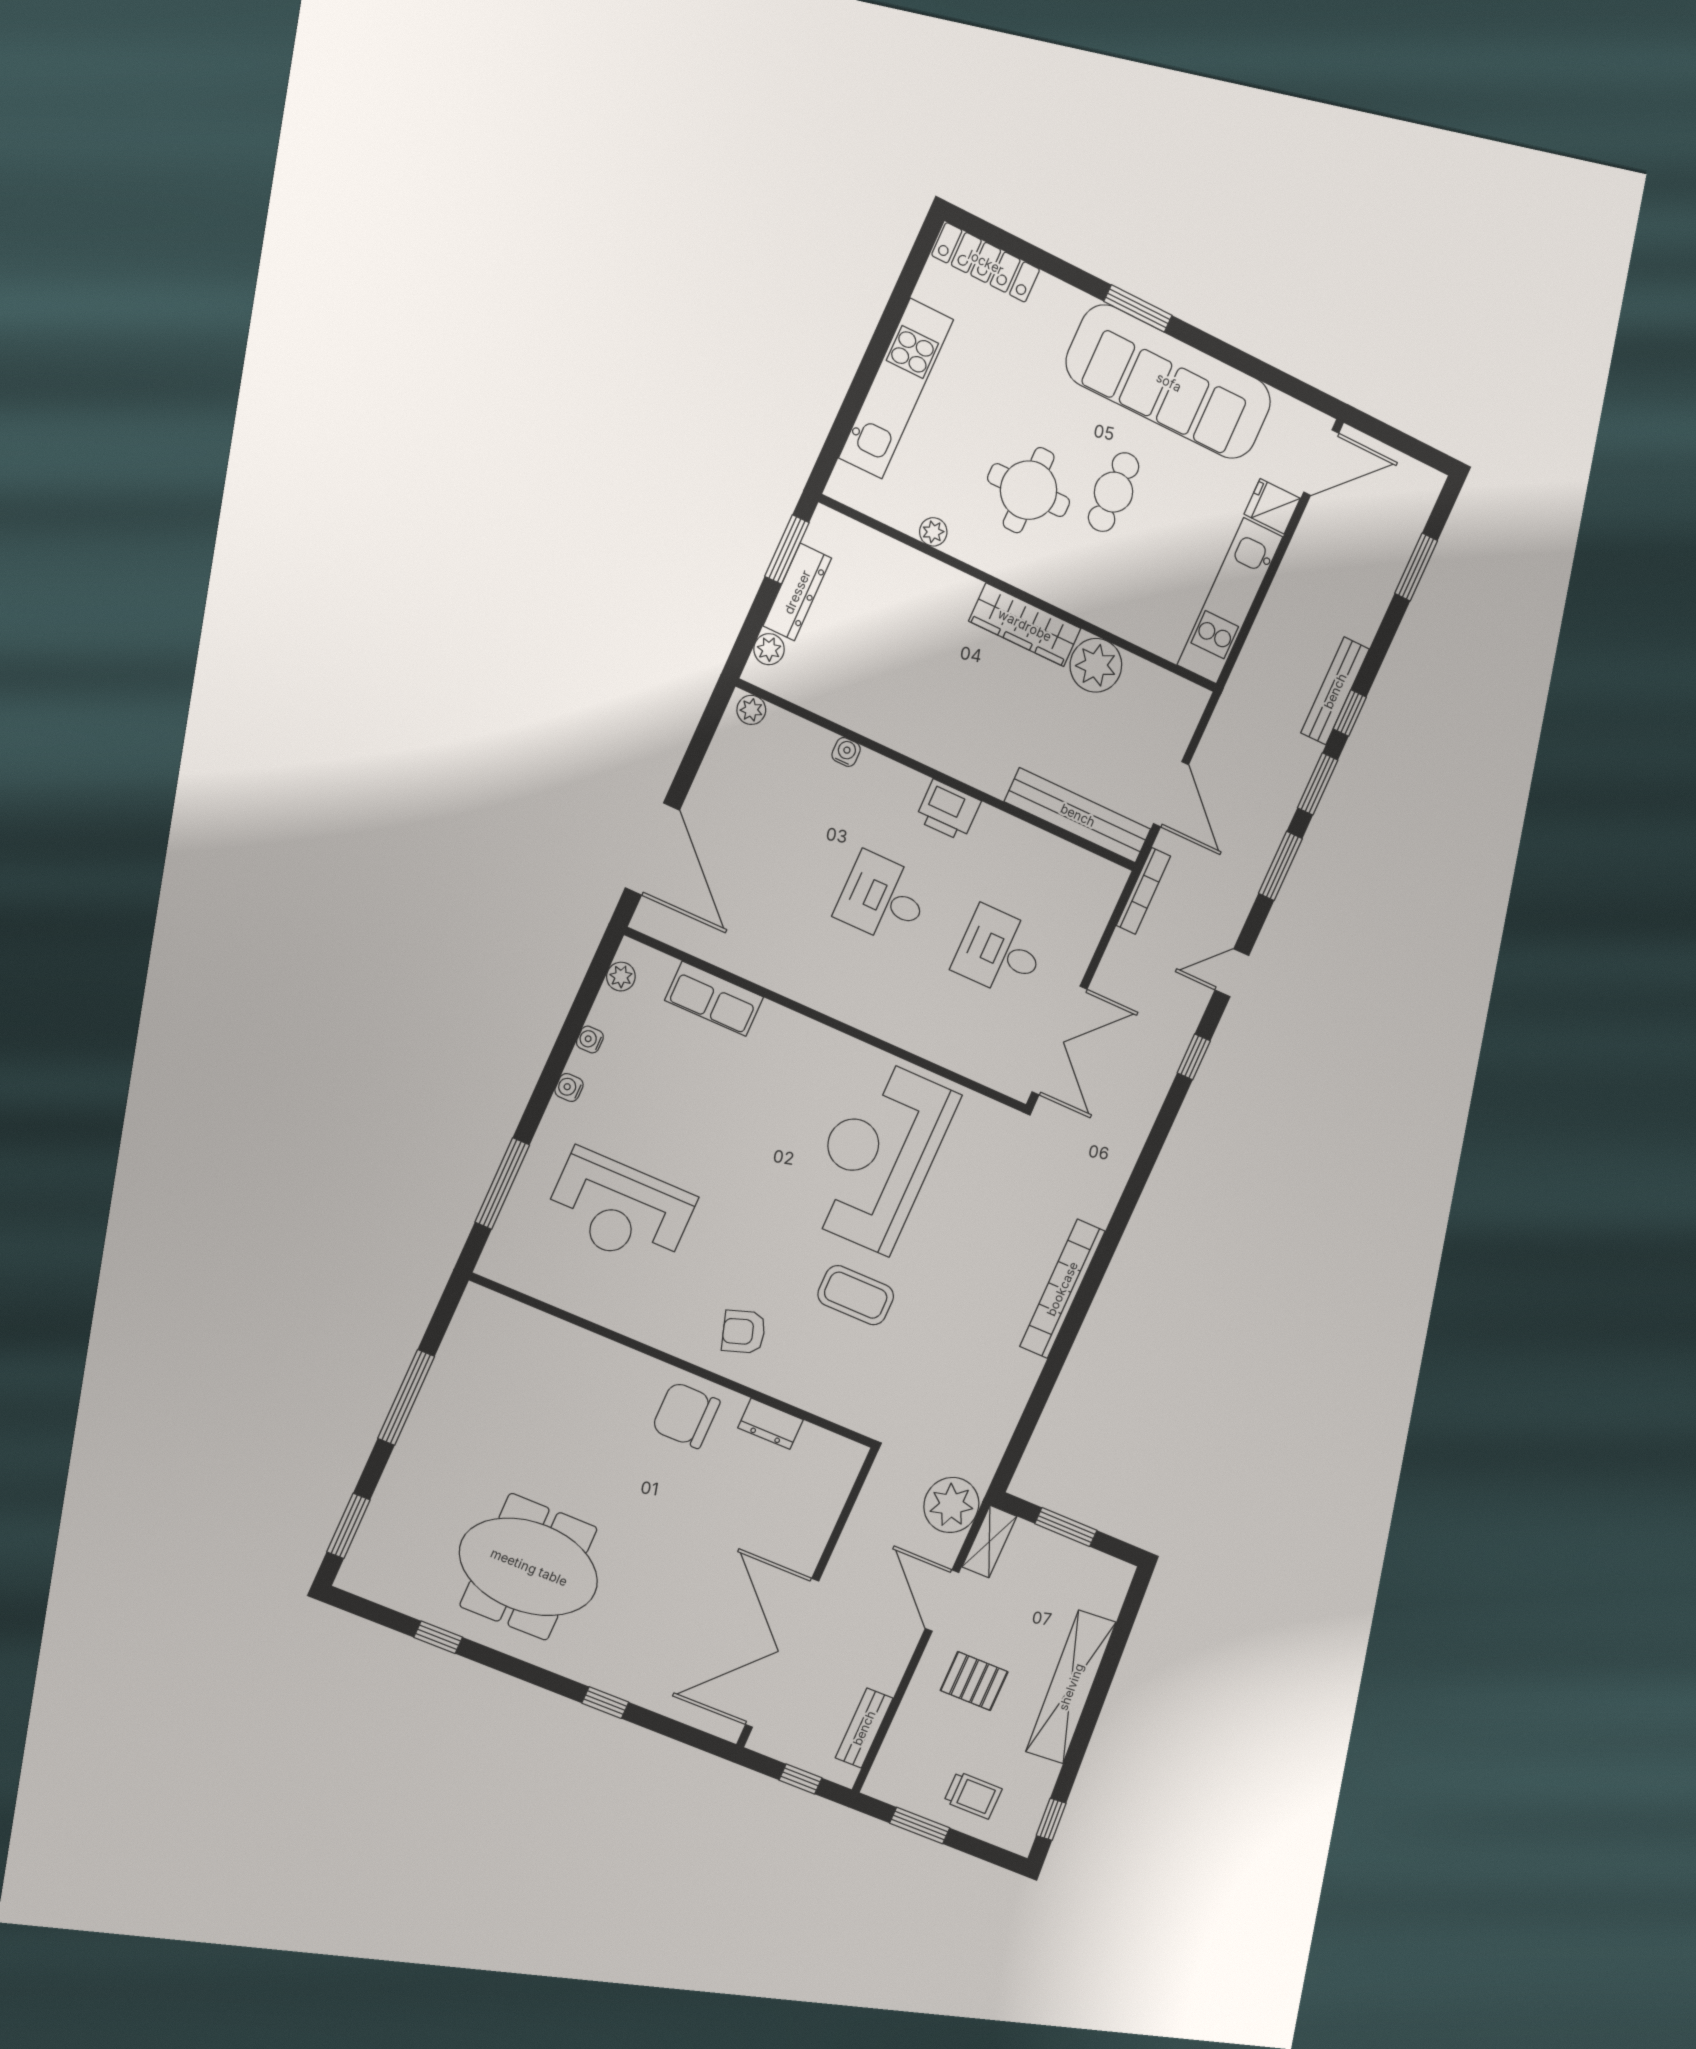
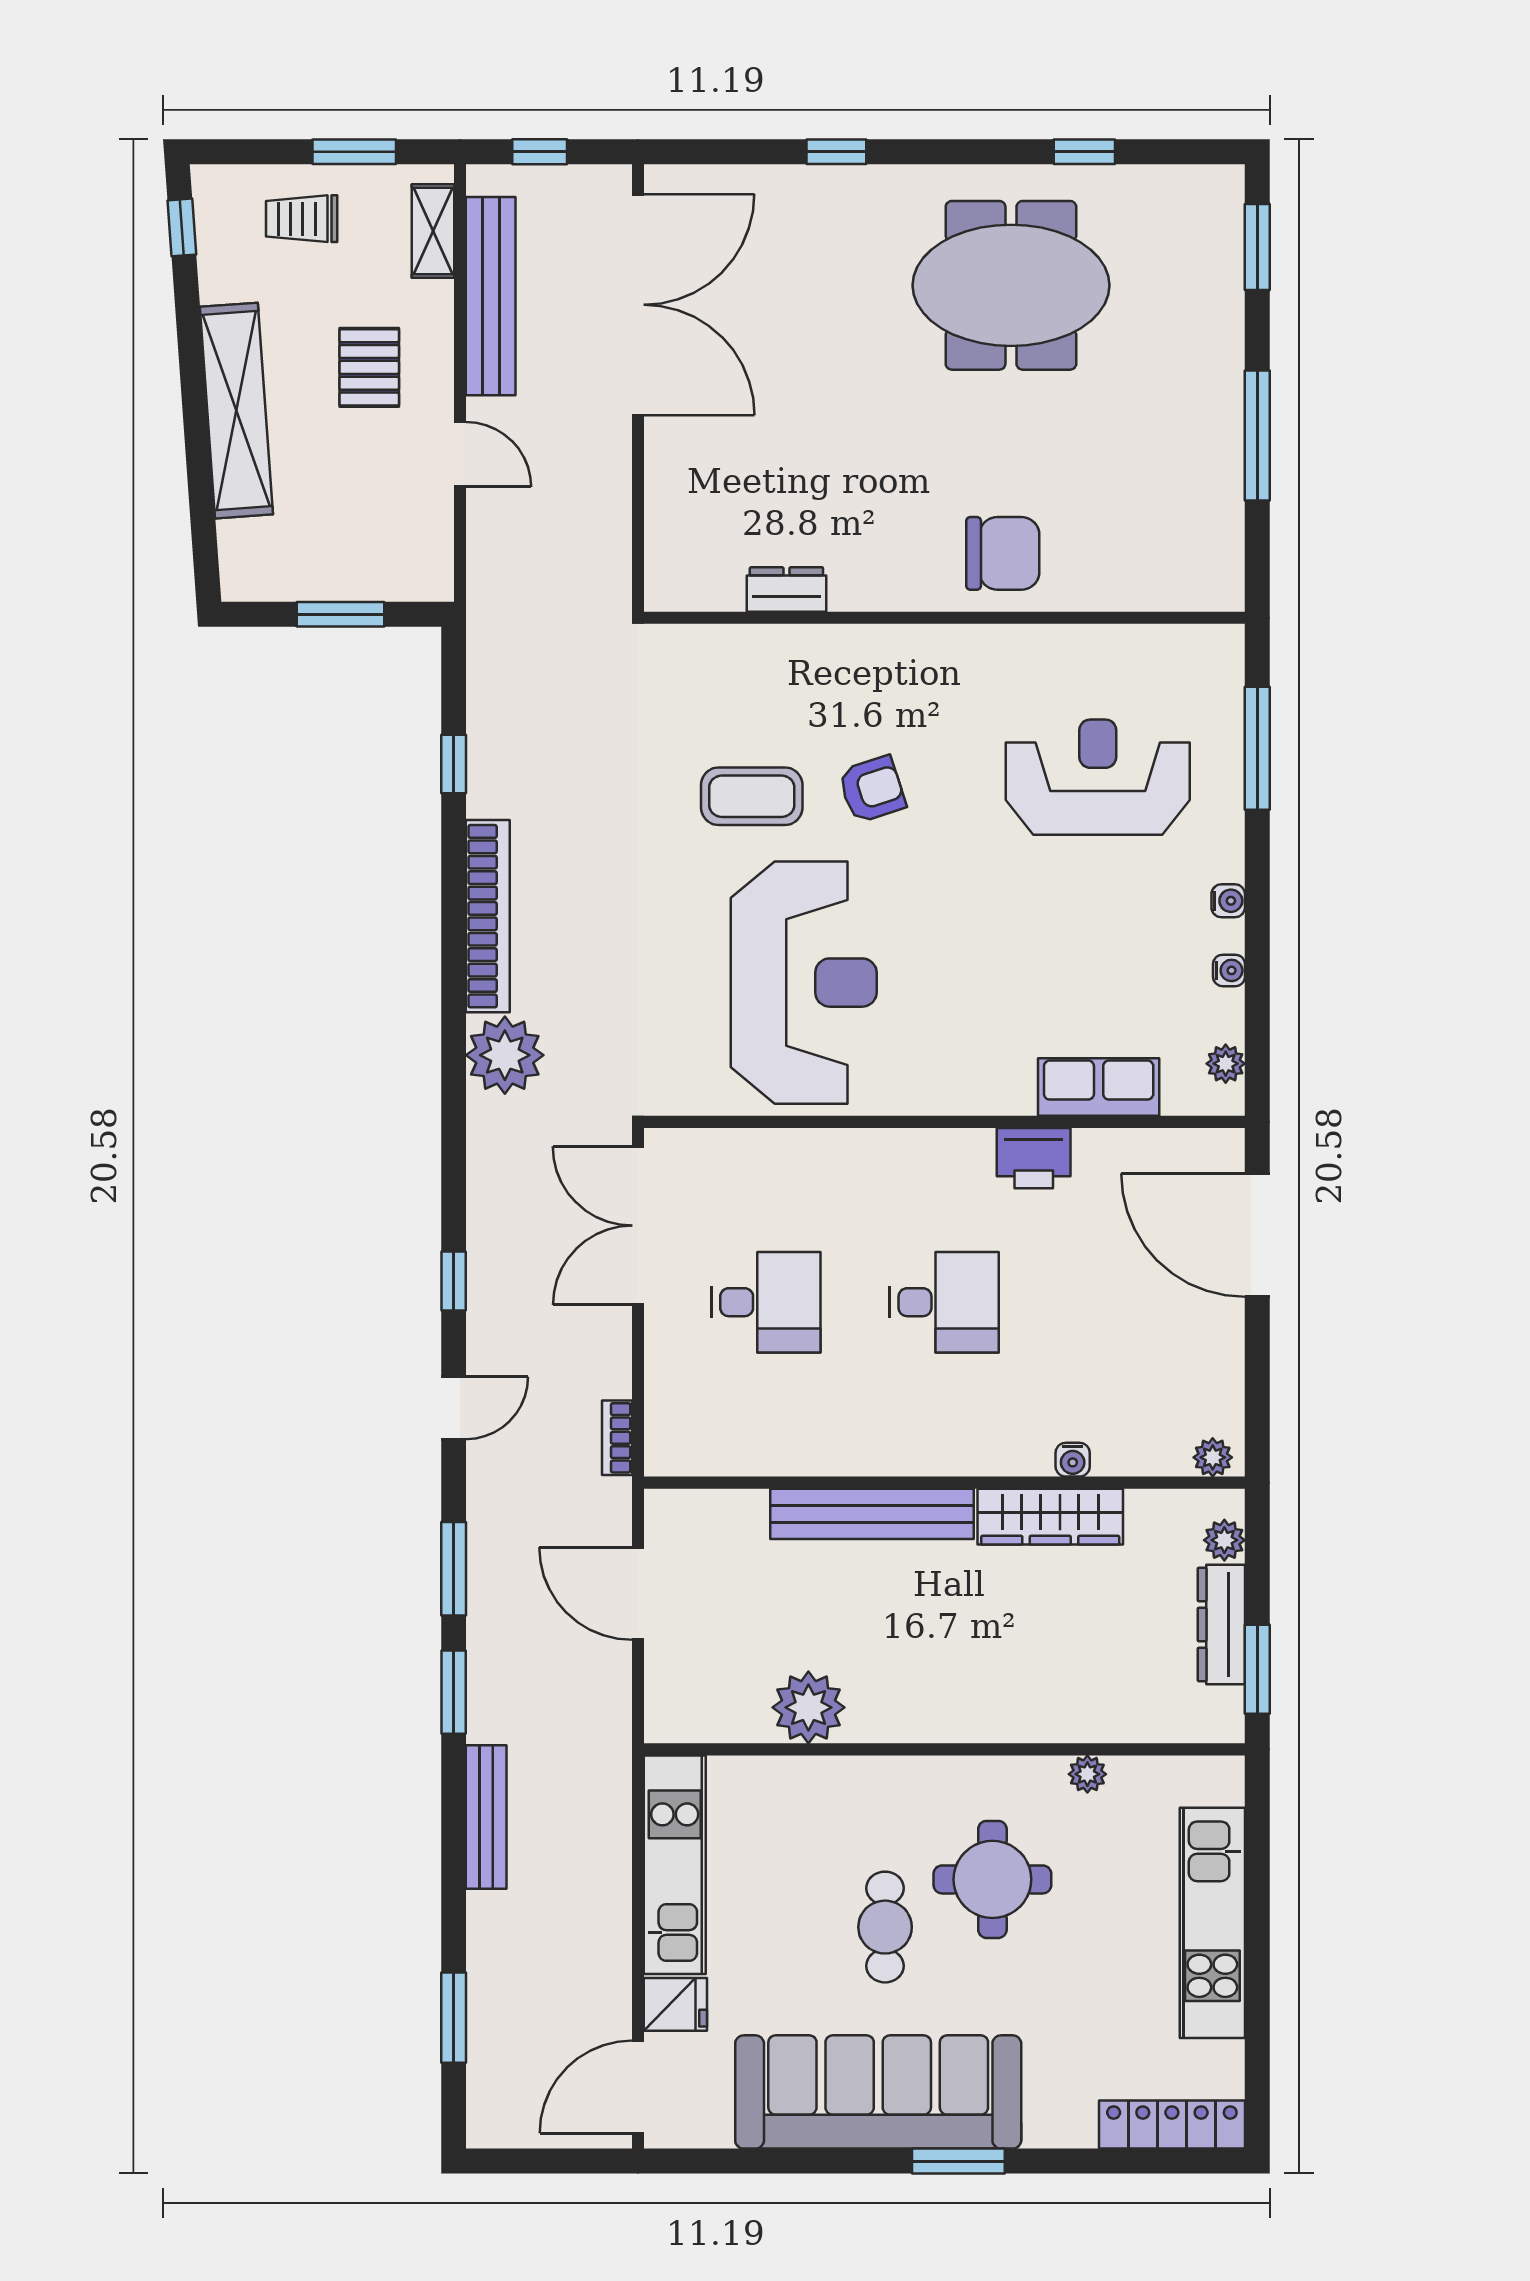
wardrobe: (1025, 625) -> (1050, 1517), moved, turned 180
window: (1350, 713) -> (454, 764), moved
printer: (948, 810) -> (1034, 1158), moved, turned 180
bench: (1078, 815) -> (872, 1514), moved
bookcase: (1143, 891) -> (617, 1438), width x0.64
armchair: (744, 1332) -> (872, 789), moved
chair: (686, 1415) -> (1003, 553), moved
plant: (951, 1505) -> (505, 1055), moved
shelving: (989, 1541) -> (433, 231), moved
door: (942, 1601) -> (460, 454), width x0.73
pallet: (974, 1681) -> (369, 367), turned 90
bench: (864, 1728) -> (491, 296), width x1.86, depth x1.21

